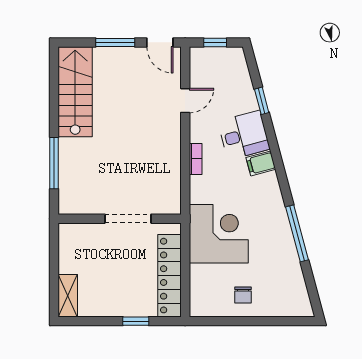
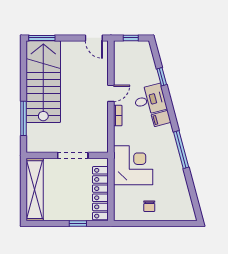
window: (115, 42) -> (42, 38), moved
stairs: (75, 92) -> (43, 82), width x1.36, depth x1.51
door: (185, 101) -> (111, 93), moved
window: (297, 233) -> (181, 150), moved
shelving: (68, 296) -> (35, 190), width x2.20, depth x1.33

